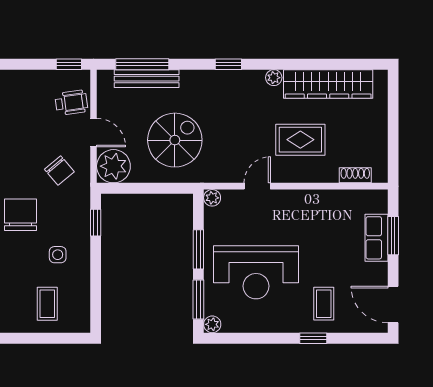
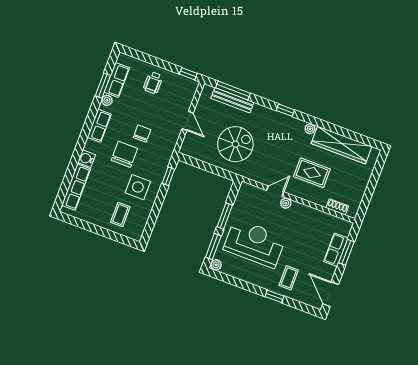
wheelchair: (71, 103) -> (153, 83), moved, turned 98
plant: (113, 166) -> (192, 146), removed
chair: (59, 170) -> (142, 134), moved, turned -140
plant: (212, 198) -> (286, 203), moved
side table: (58, 255) -> (138, 187), width x1.87, depth x1.87
reception desk: (256, 272) -> (255, 243), turned 180

